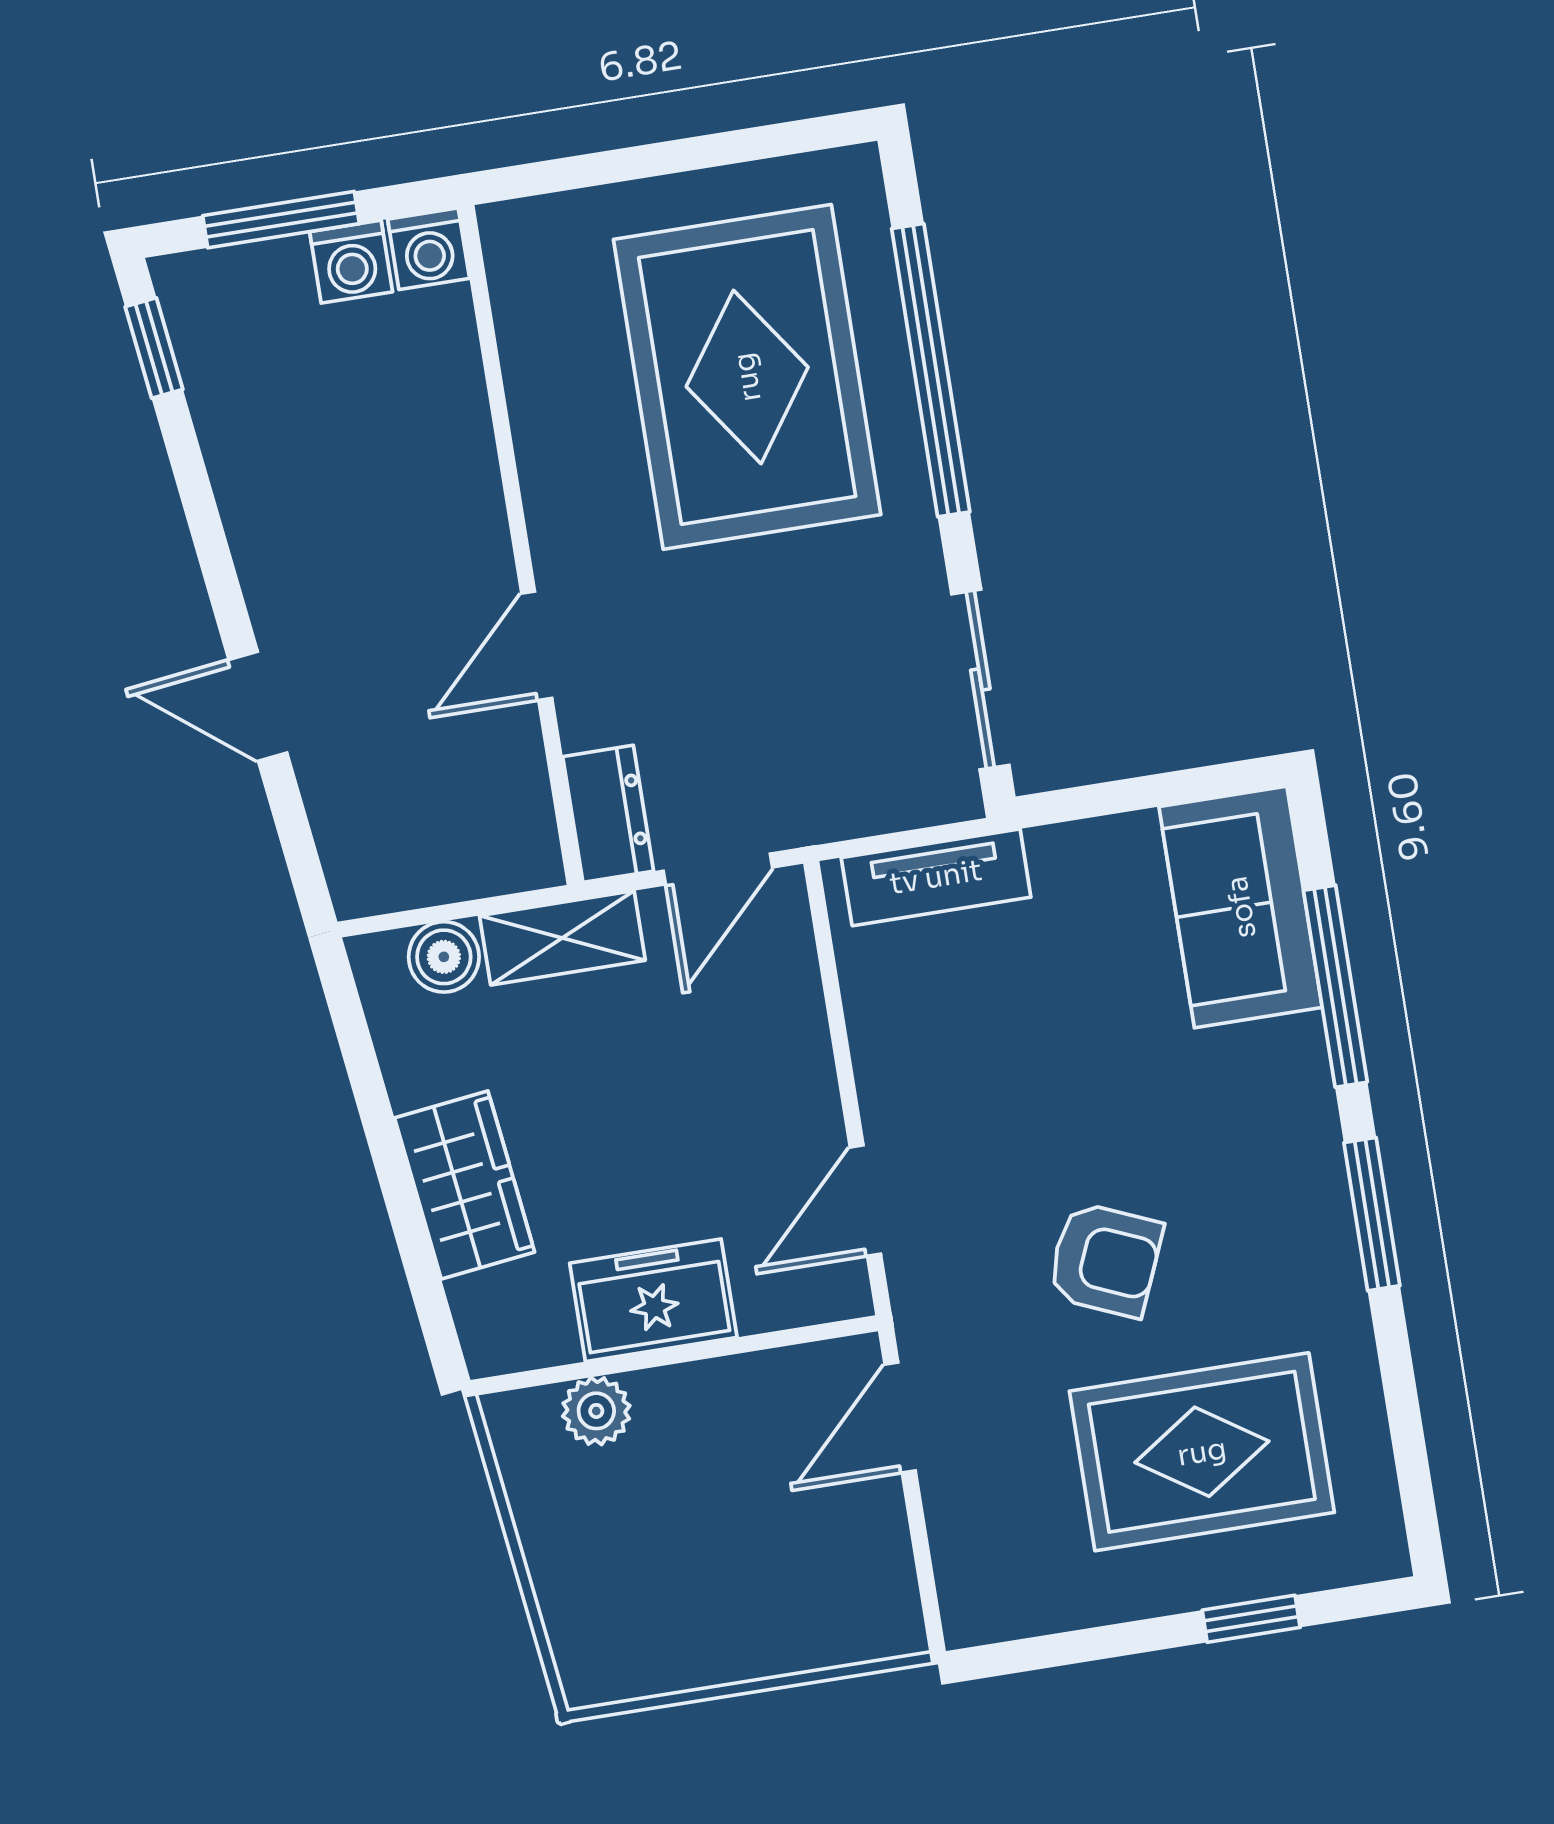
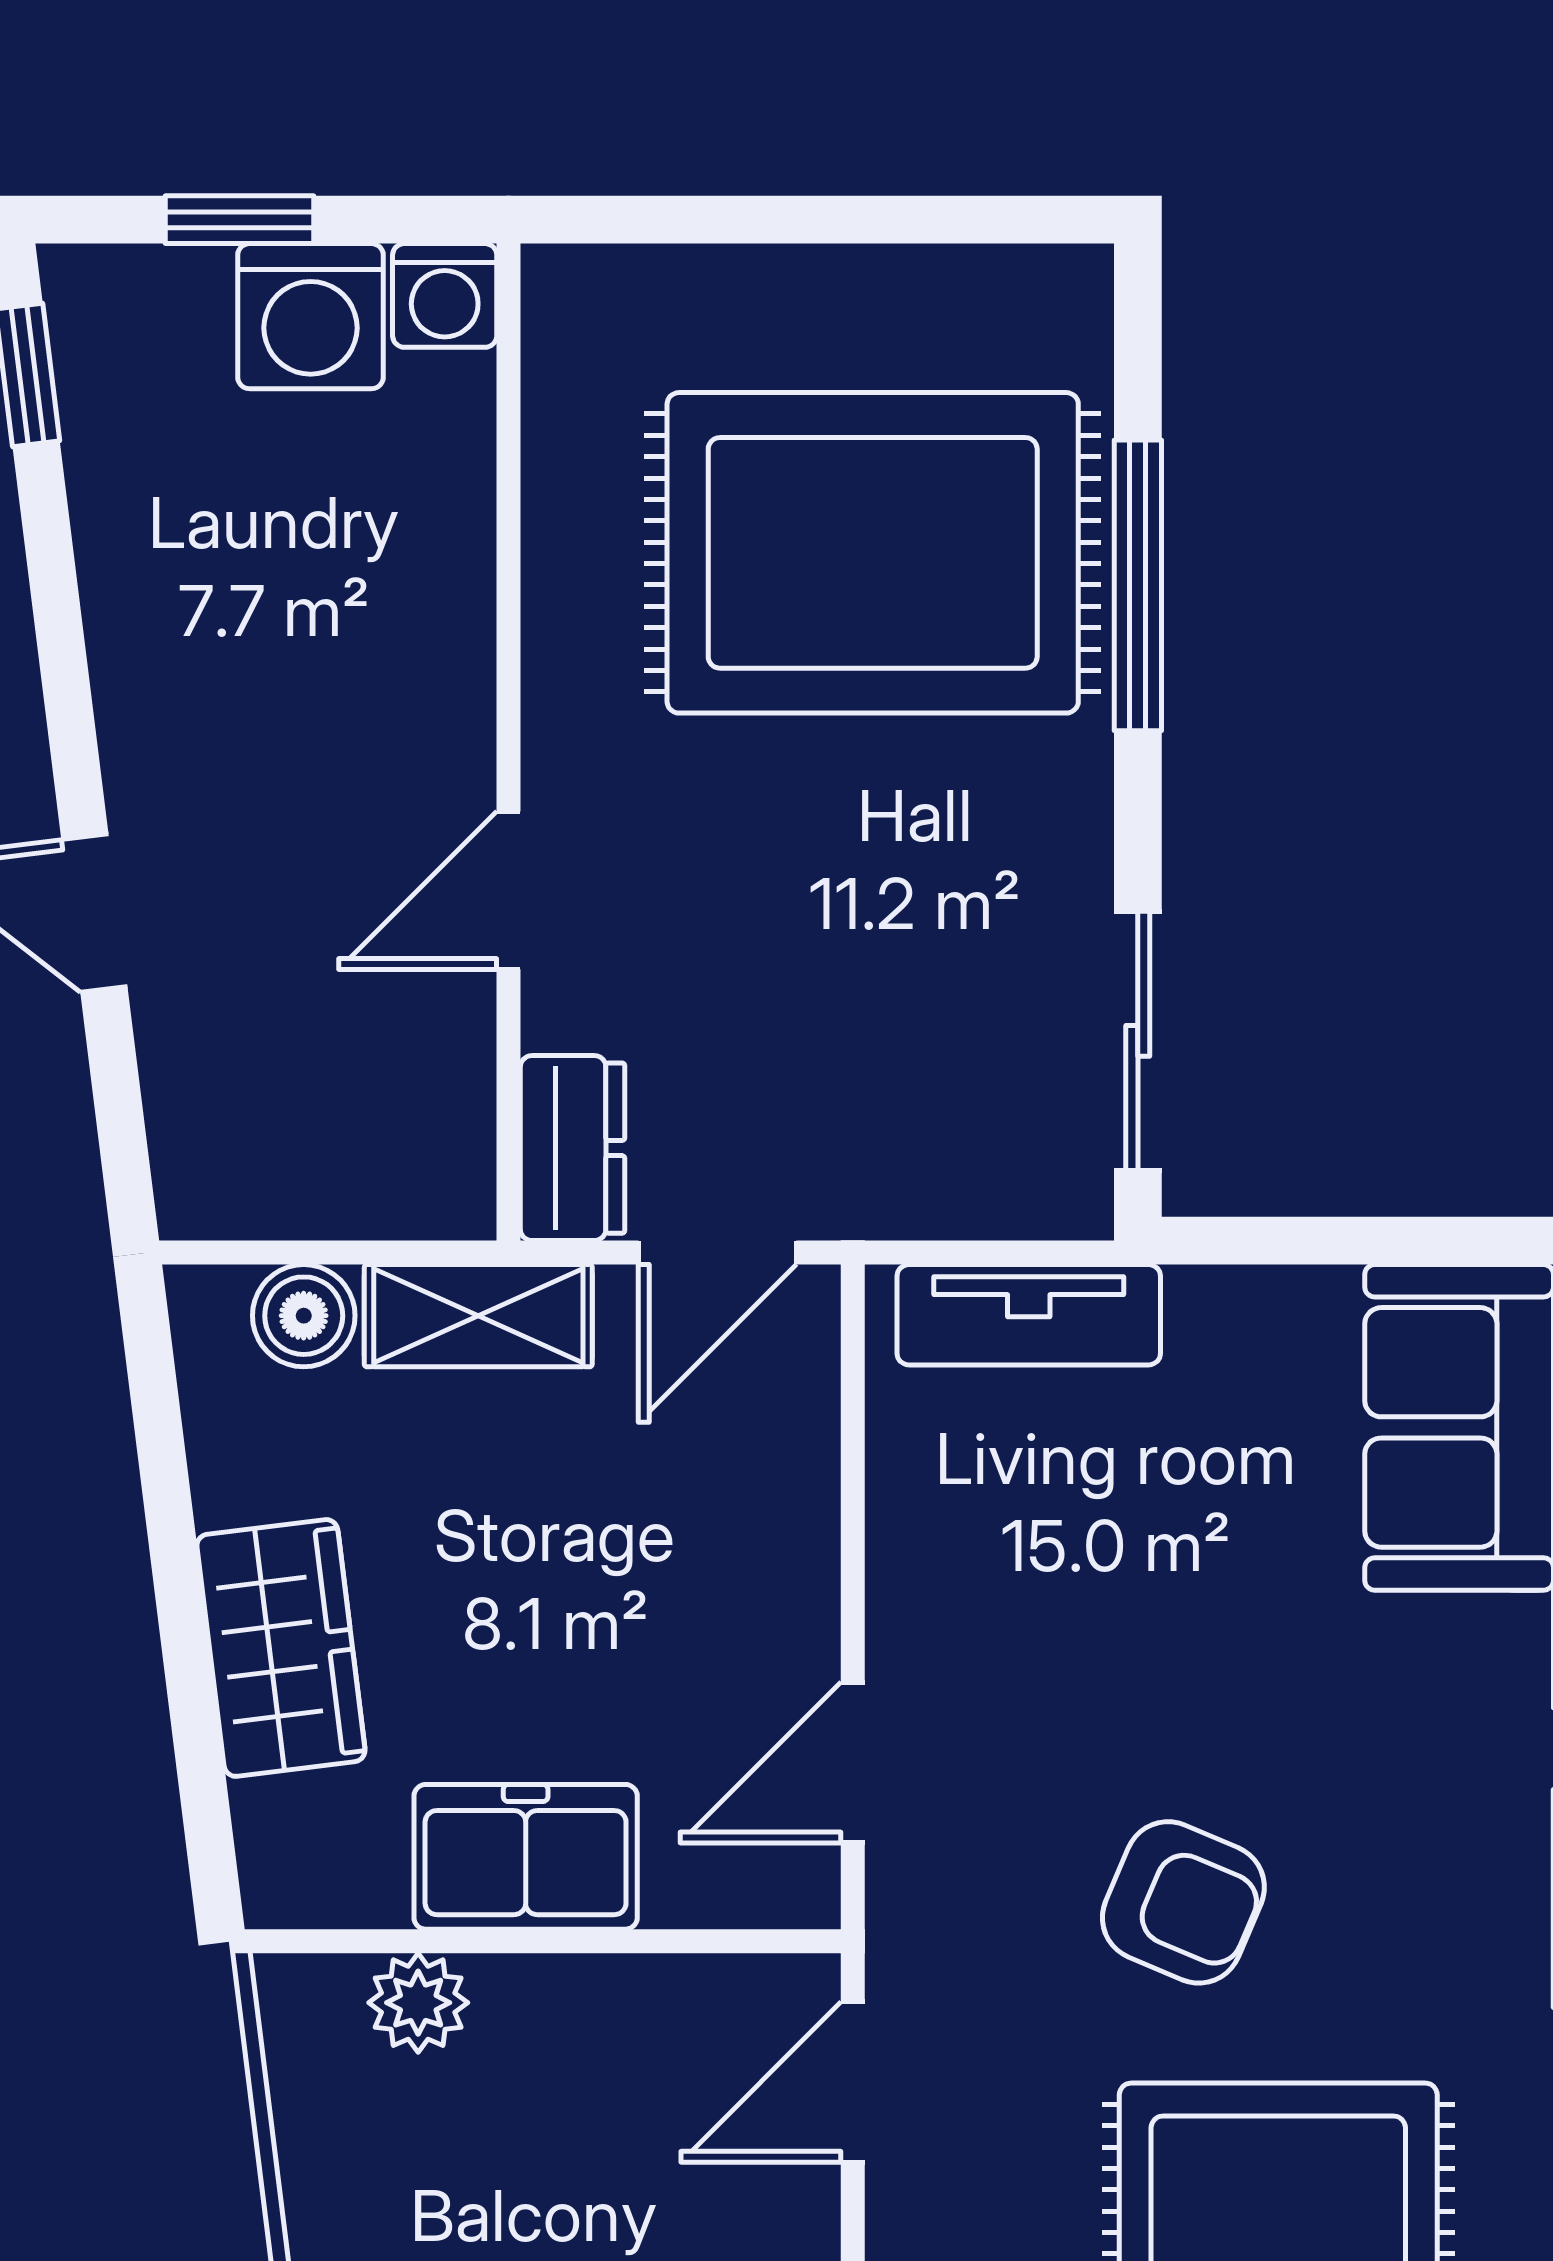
window: (281, 220) -> (240, 220), width x0.67
washing machine: (351, 262) -> (311, 316), width x1.38, depth x1.38
window: (931, 370) -> (1138, 585), width x0.68
rug: (747, 377) -> (873, 553), turned 90

